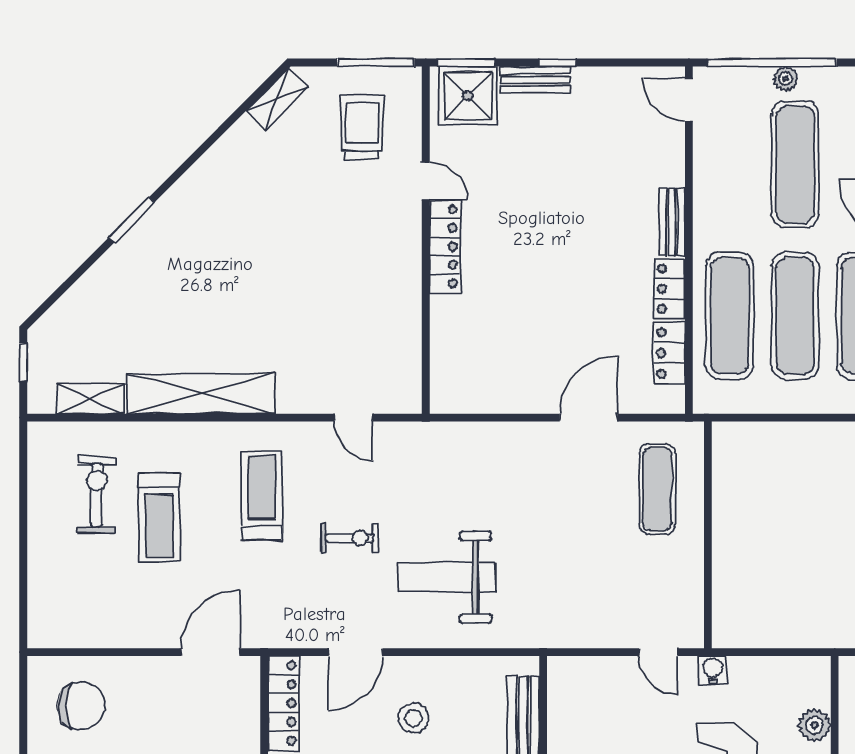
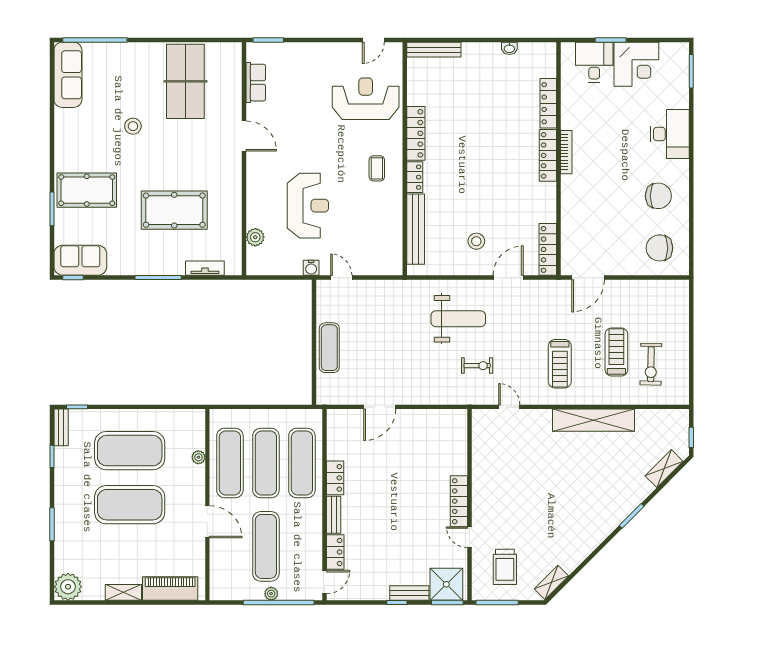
door: (689, 100) -> (324, 582), hinge flipped
locker: (669, 353) -> (335, 552), moved
shelving: (90, 399) -> (664, 469), moved, turned -45
exercise mat: (657, 489) -> (329, 348), moved
exercise bike: (349, 538) -> (477, 366), moved, turned 180

